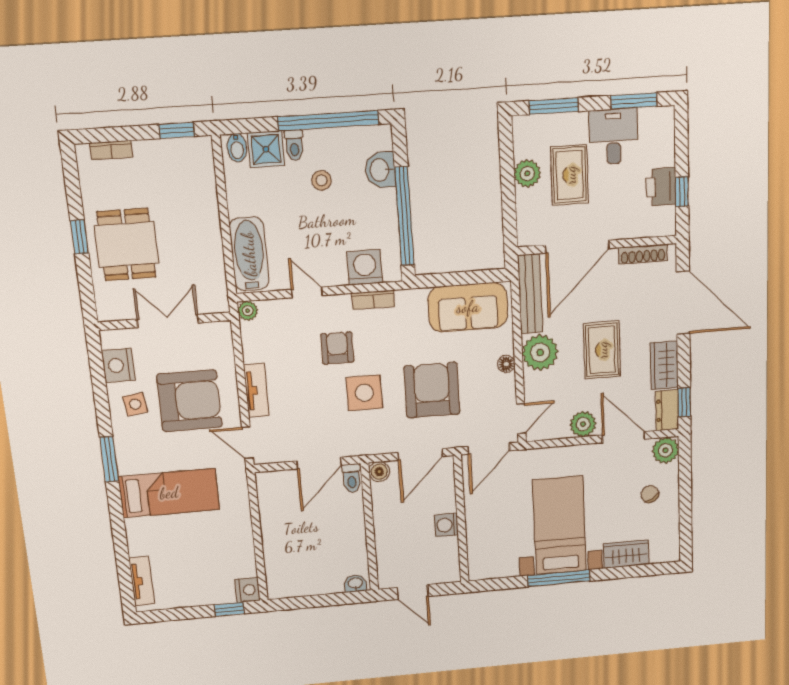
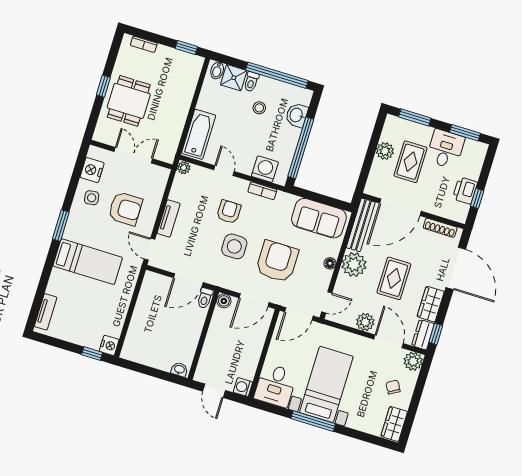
armchair: (190, 401) -> (125, 209), width x0.73, depth x0.73
washing machine: (446, 525) -> (243, 387), moved
desk: (492, 553) -> (275, 385), added
wardrobe: (626, 554) -> (394, 424), moved, turned -90

